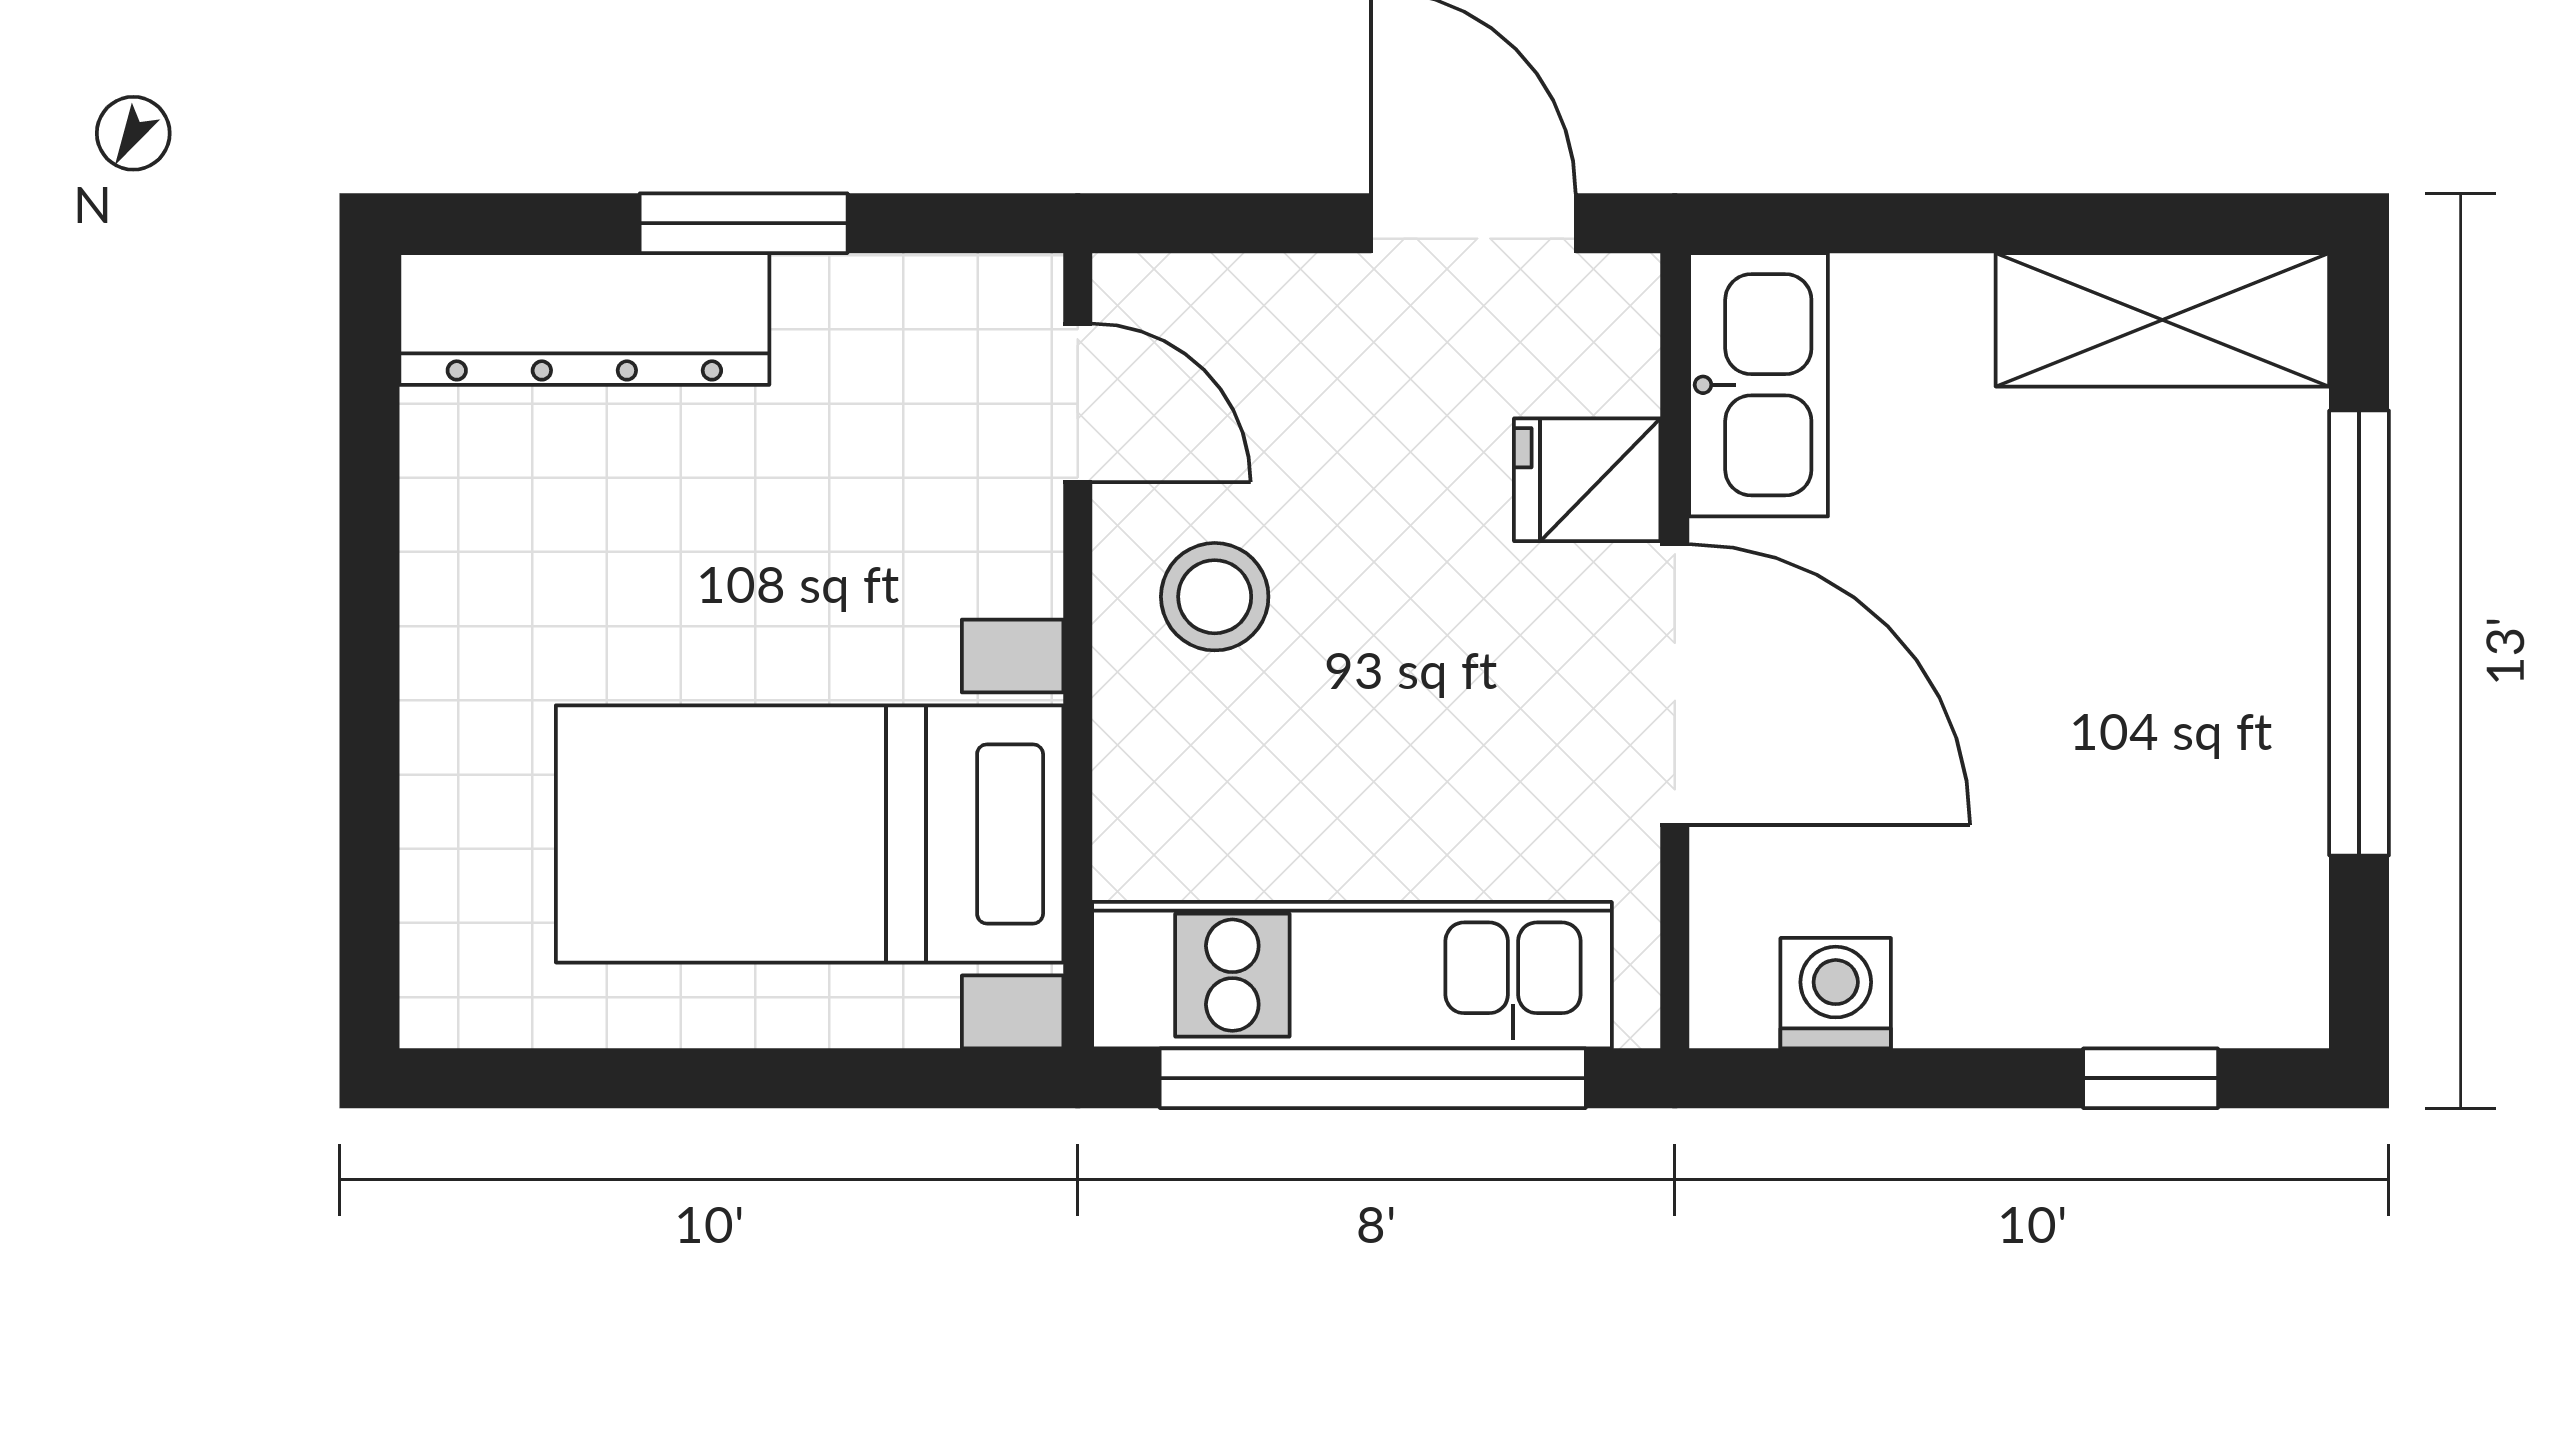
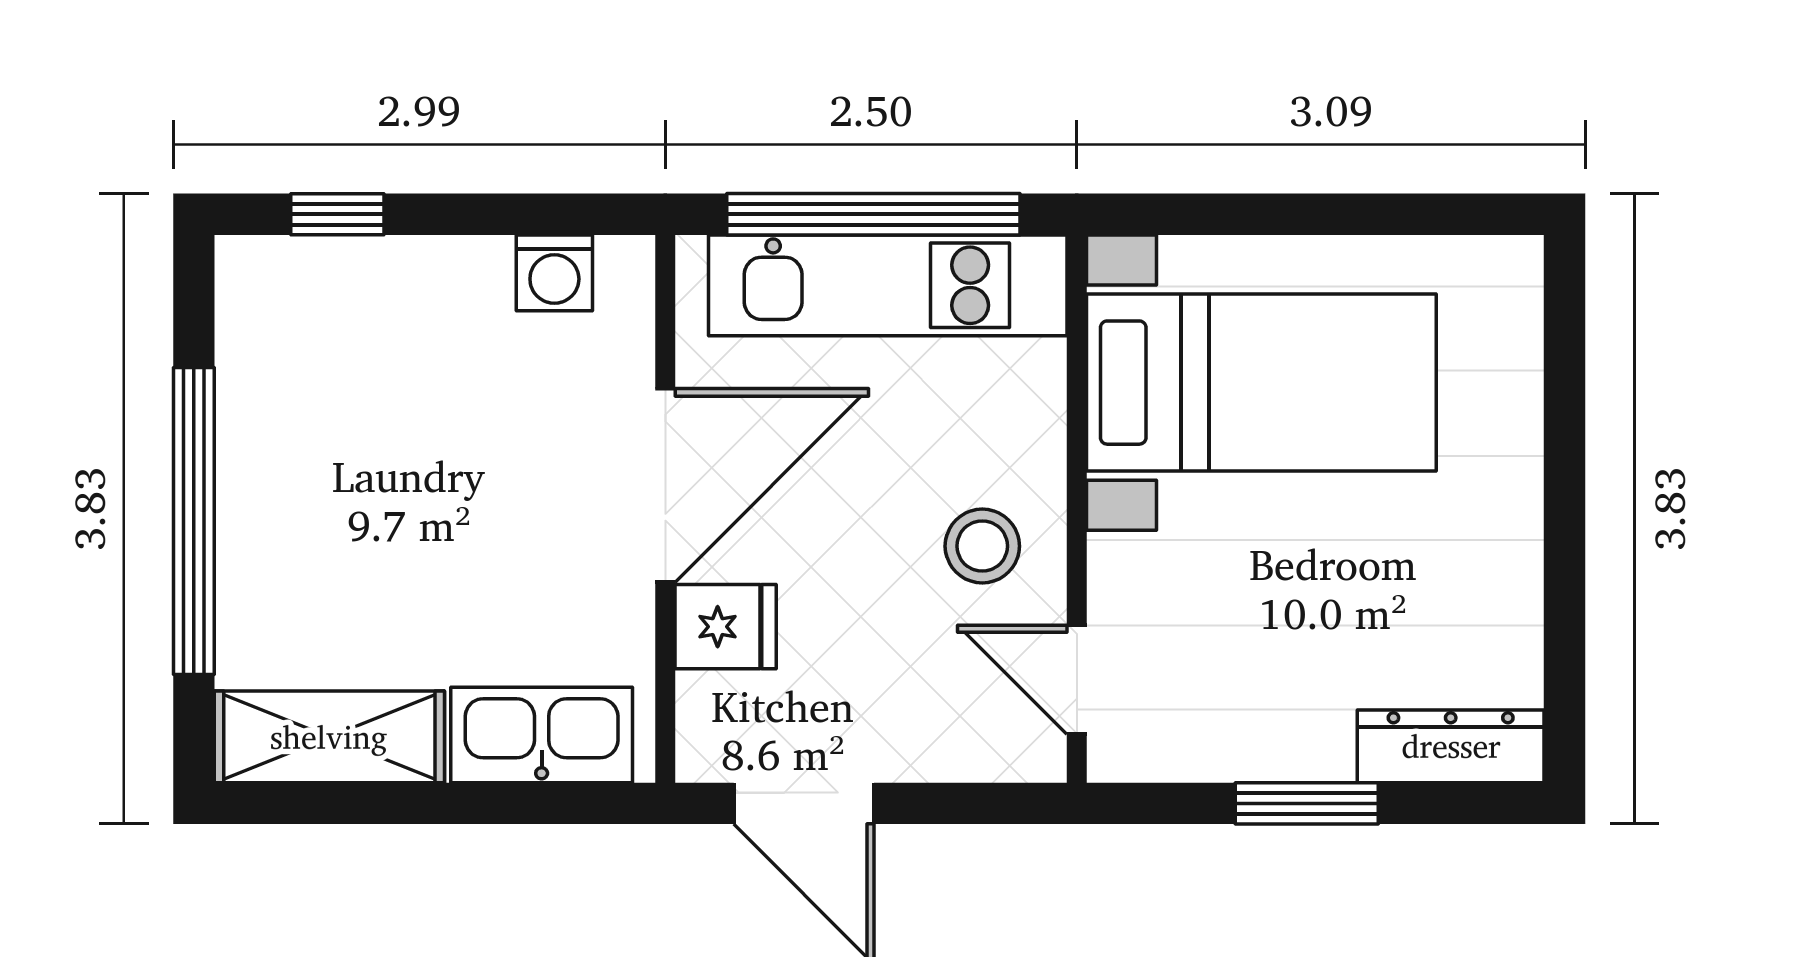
dresser: (584, 319) -> (1451, 746), width x0.73, depth x0.80
kitchen sink: (1759, 385) -> (542, 735), moved, turned 90
door: (1675, 685) -> (665, 486), swing flipped

